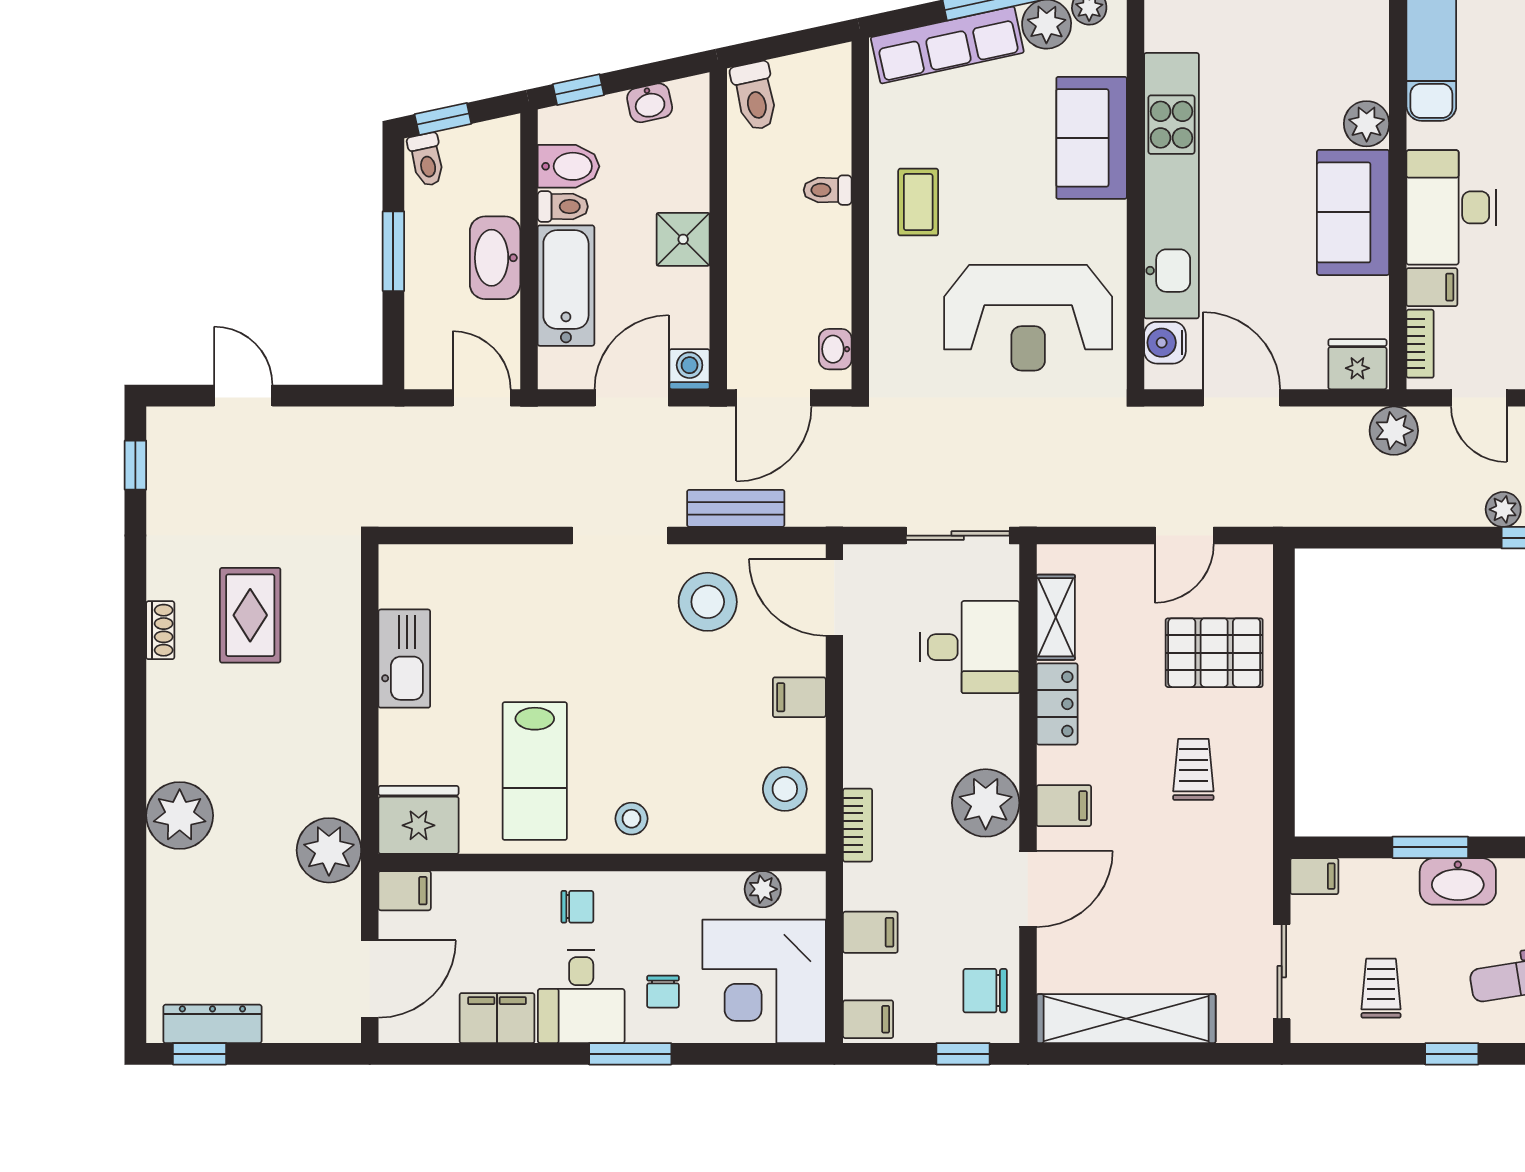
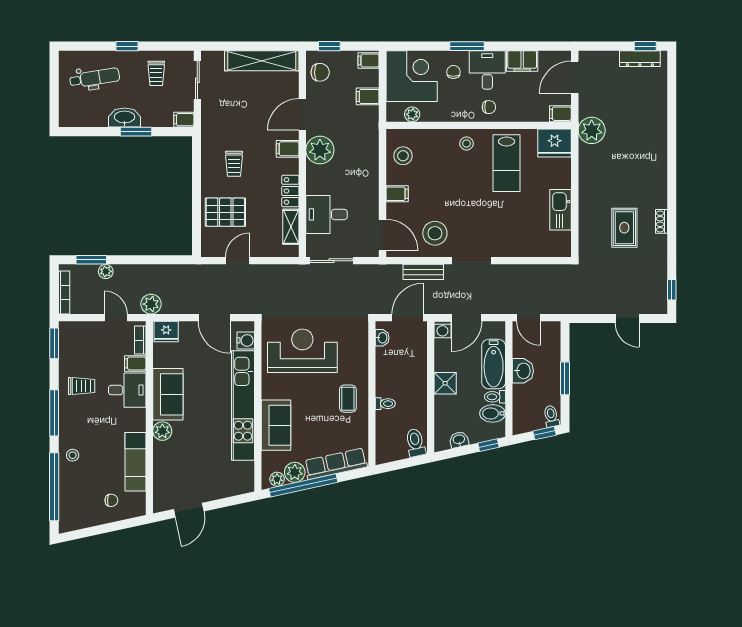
desk: (1451, 207) -> (127, 390), width x0.73
washbasin: (495, 258) -> (523, 371), width x0.72
lab bench: (535, 771) -> (507, 163), turned 180
plant: (180, 815) -> (653, 145), removed
bookcase: (858, 825) -> (373, 141), removed
chair: (577, 907) -> (489, 107), turned 180

